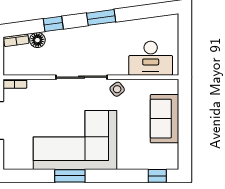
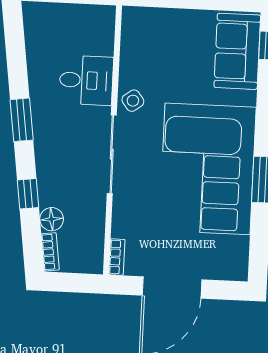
desk: (151, 58) -> (86, 80), moved, width x0.73
sofa: (164, 119) -> (237, 51), moved, turned 90

